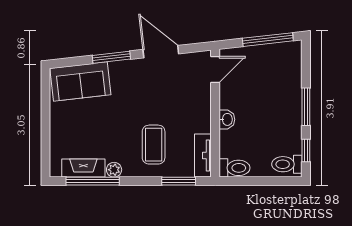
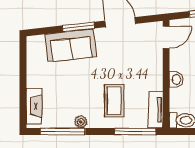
sofa: (80, 81) -> (71, 45), moved
fireplace: (83, 168) -> (34, 106), moved, turned 90
window: (179, 181) -> (135, 132), width x1.44

